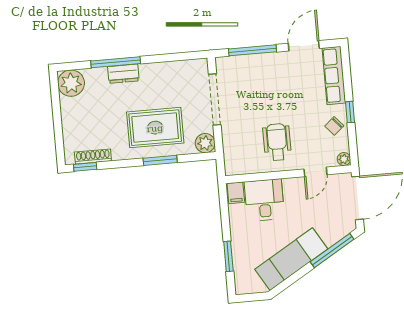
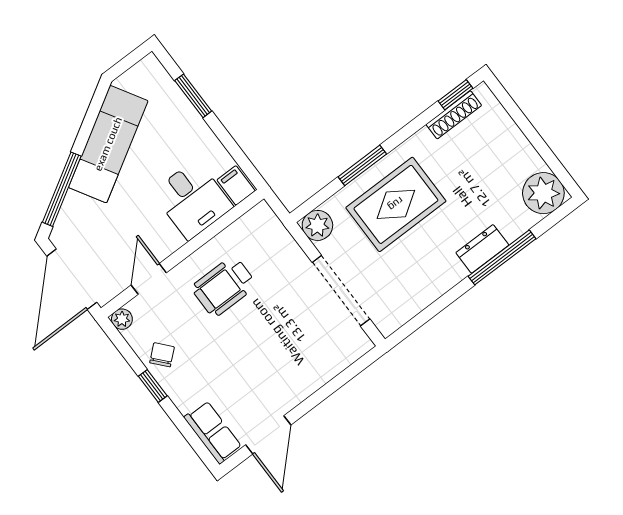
window: (253, 50) -> (332, 386), removed
row of seats: (334, 75) -> (213, 432), width x0.68
wheelchair: (277, 142) -> (224, 286), turned 90

